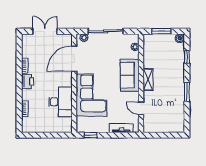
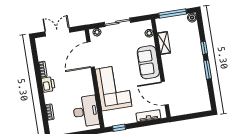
sliding door: (106, 31) -> (117, 22), width x0.73
window: (161, 31) -> (173, 13), width x1.44
window: (187, 57) -> (204, 48), moved
shelving: (148, 79) -> (164, 43), moved
desk: (60, 102) -> (86, 111), moved
door: (141, 108) -> (165, 93), width x1.88

